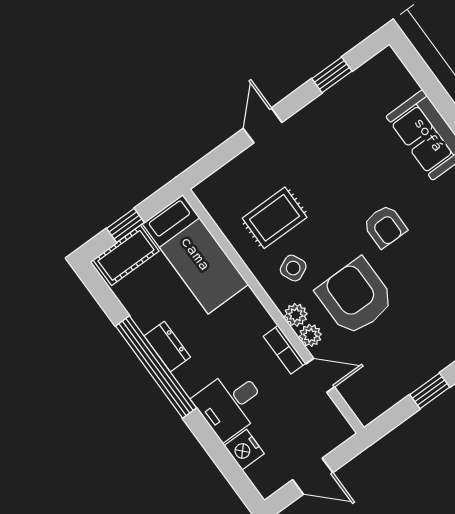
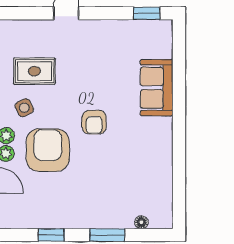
window: (332, 75) -> (147, 13), moved

